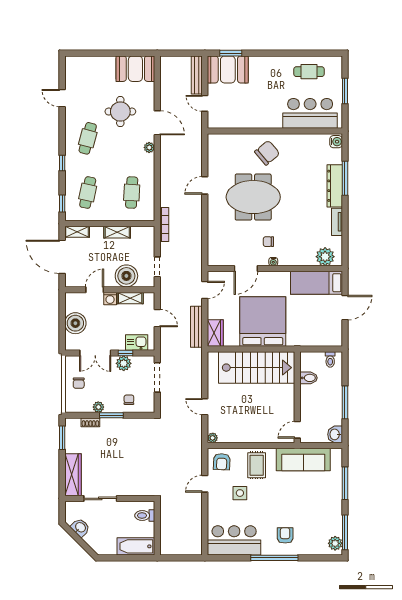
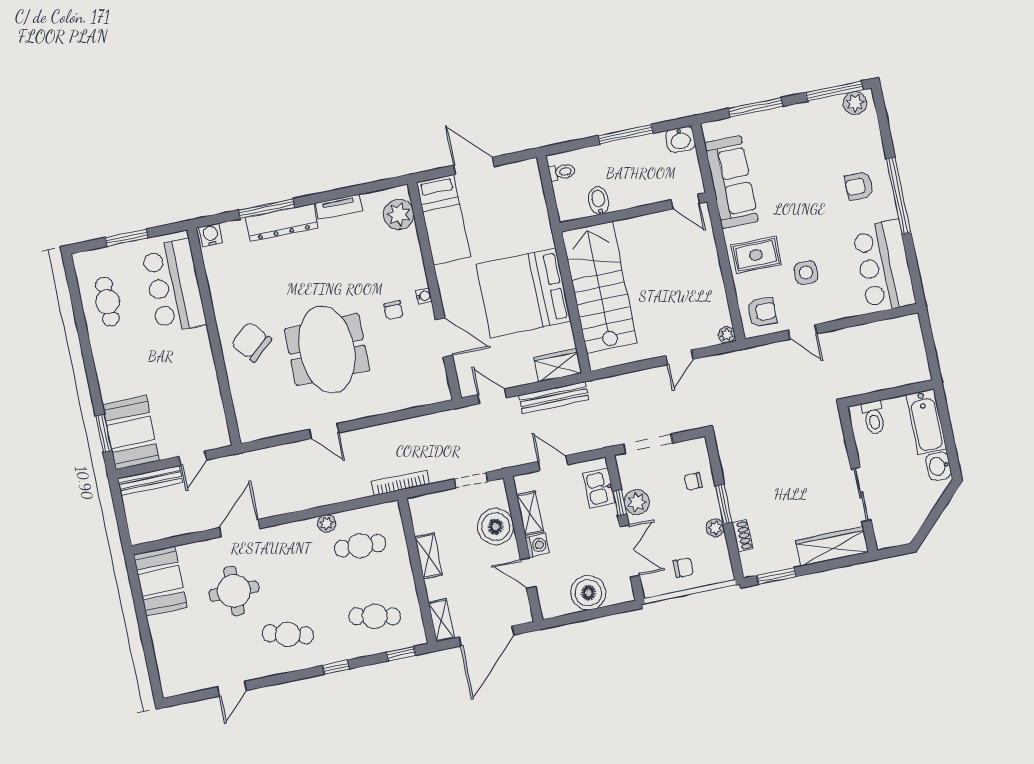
plant: (149, 147) -> (327, 523), moved
door: (157, 318) -> (553, 463), hinge flipped
washbasin: (80, 528) -> (939, 466), moved, turned -45

